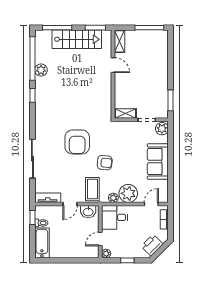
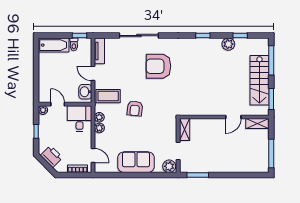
window: (32, 59) -> (240, 36), width x0.32
armchair: (77, 142) -> (158, 66), moved
plant: (128, 193) -> (99, 128), width x0.53, depth x0.53

